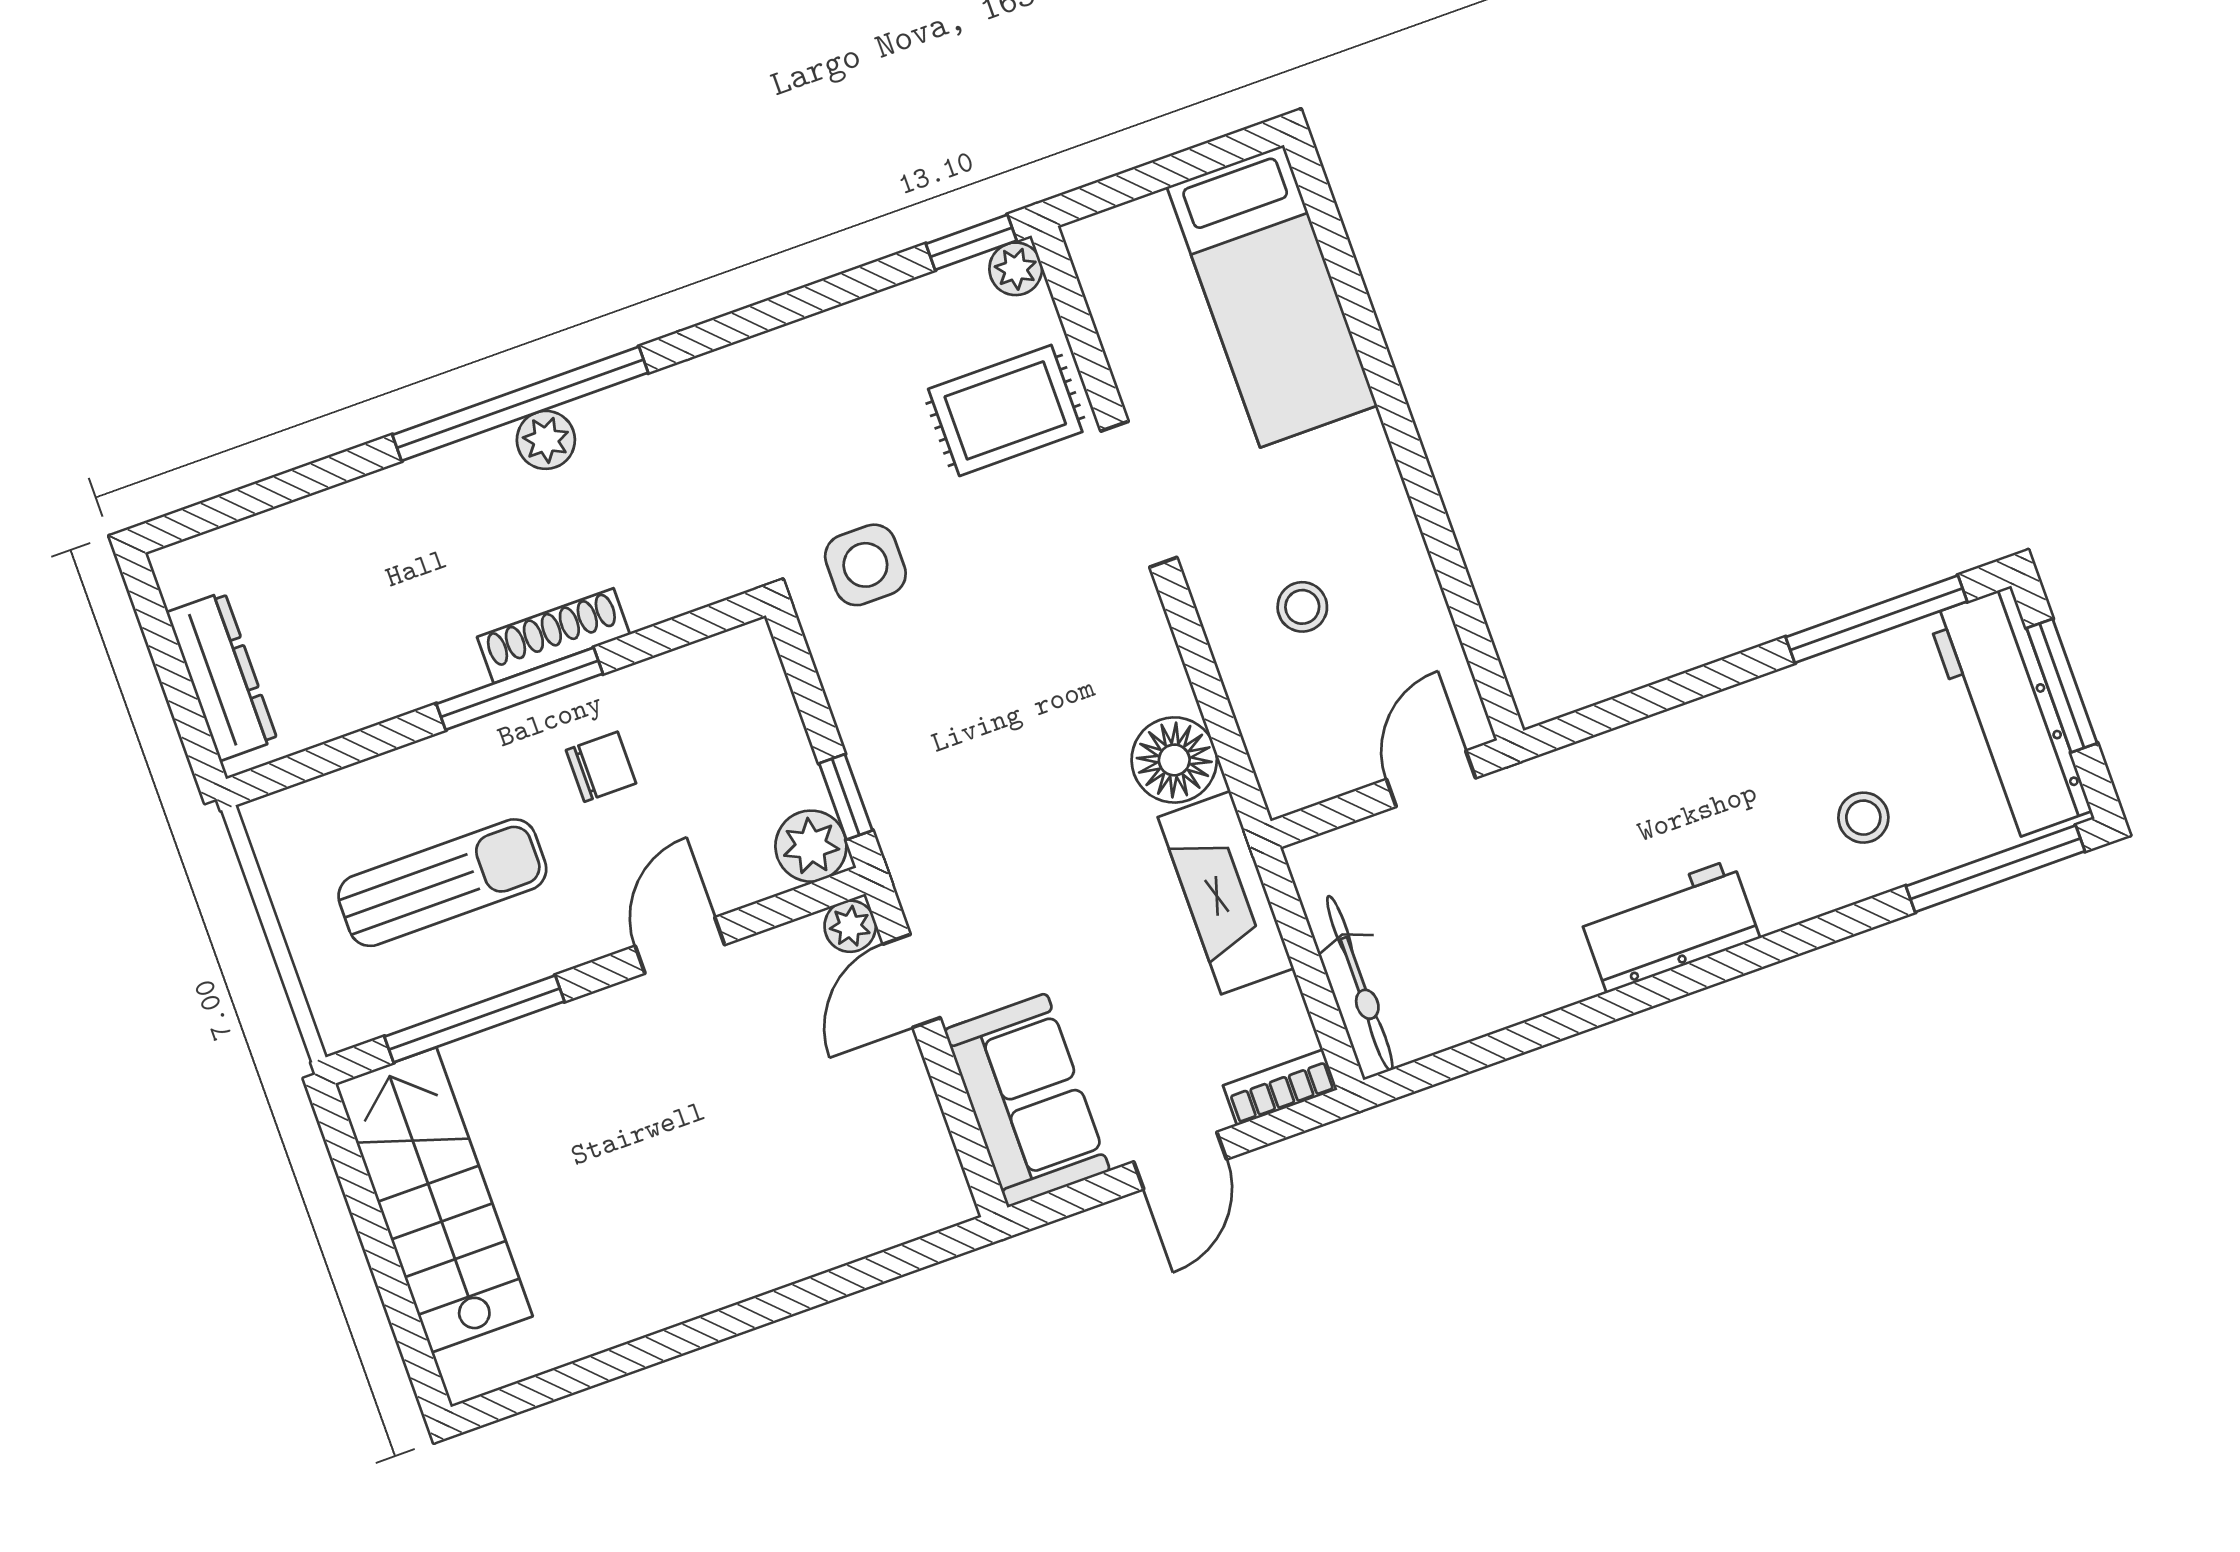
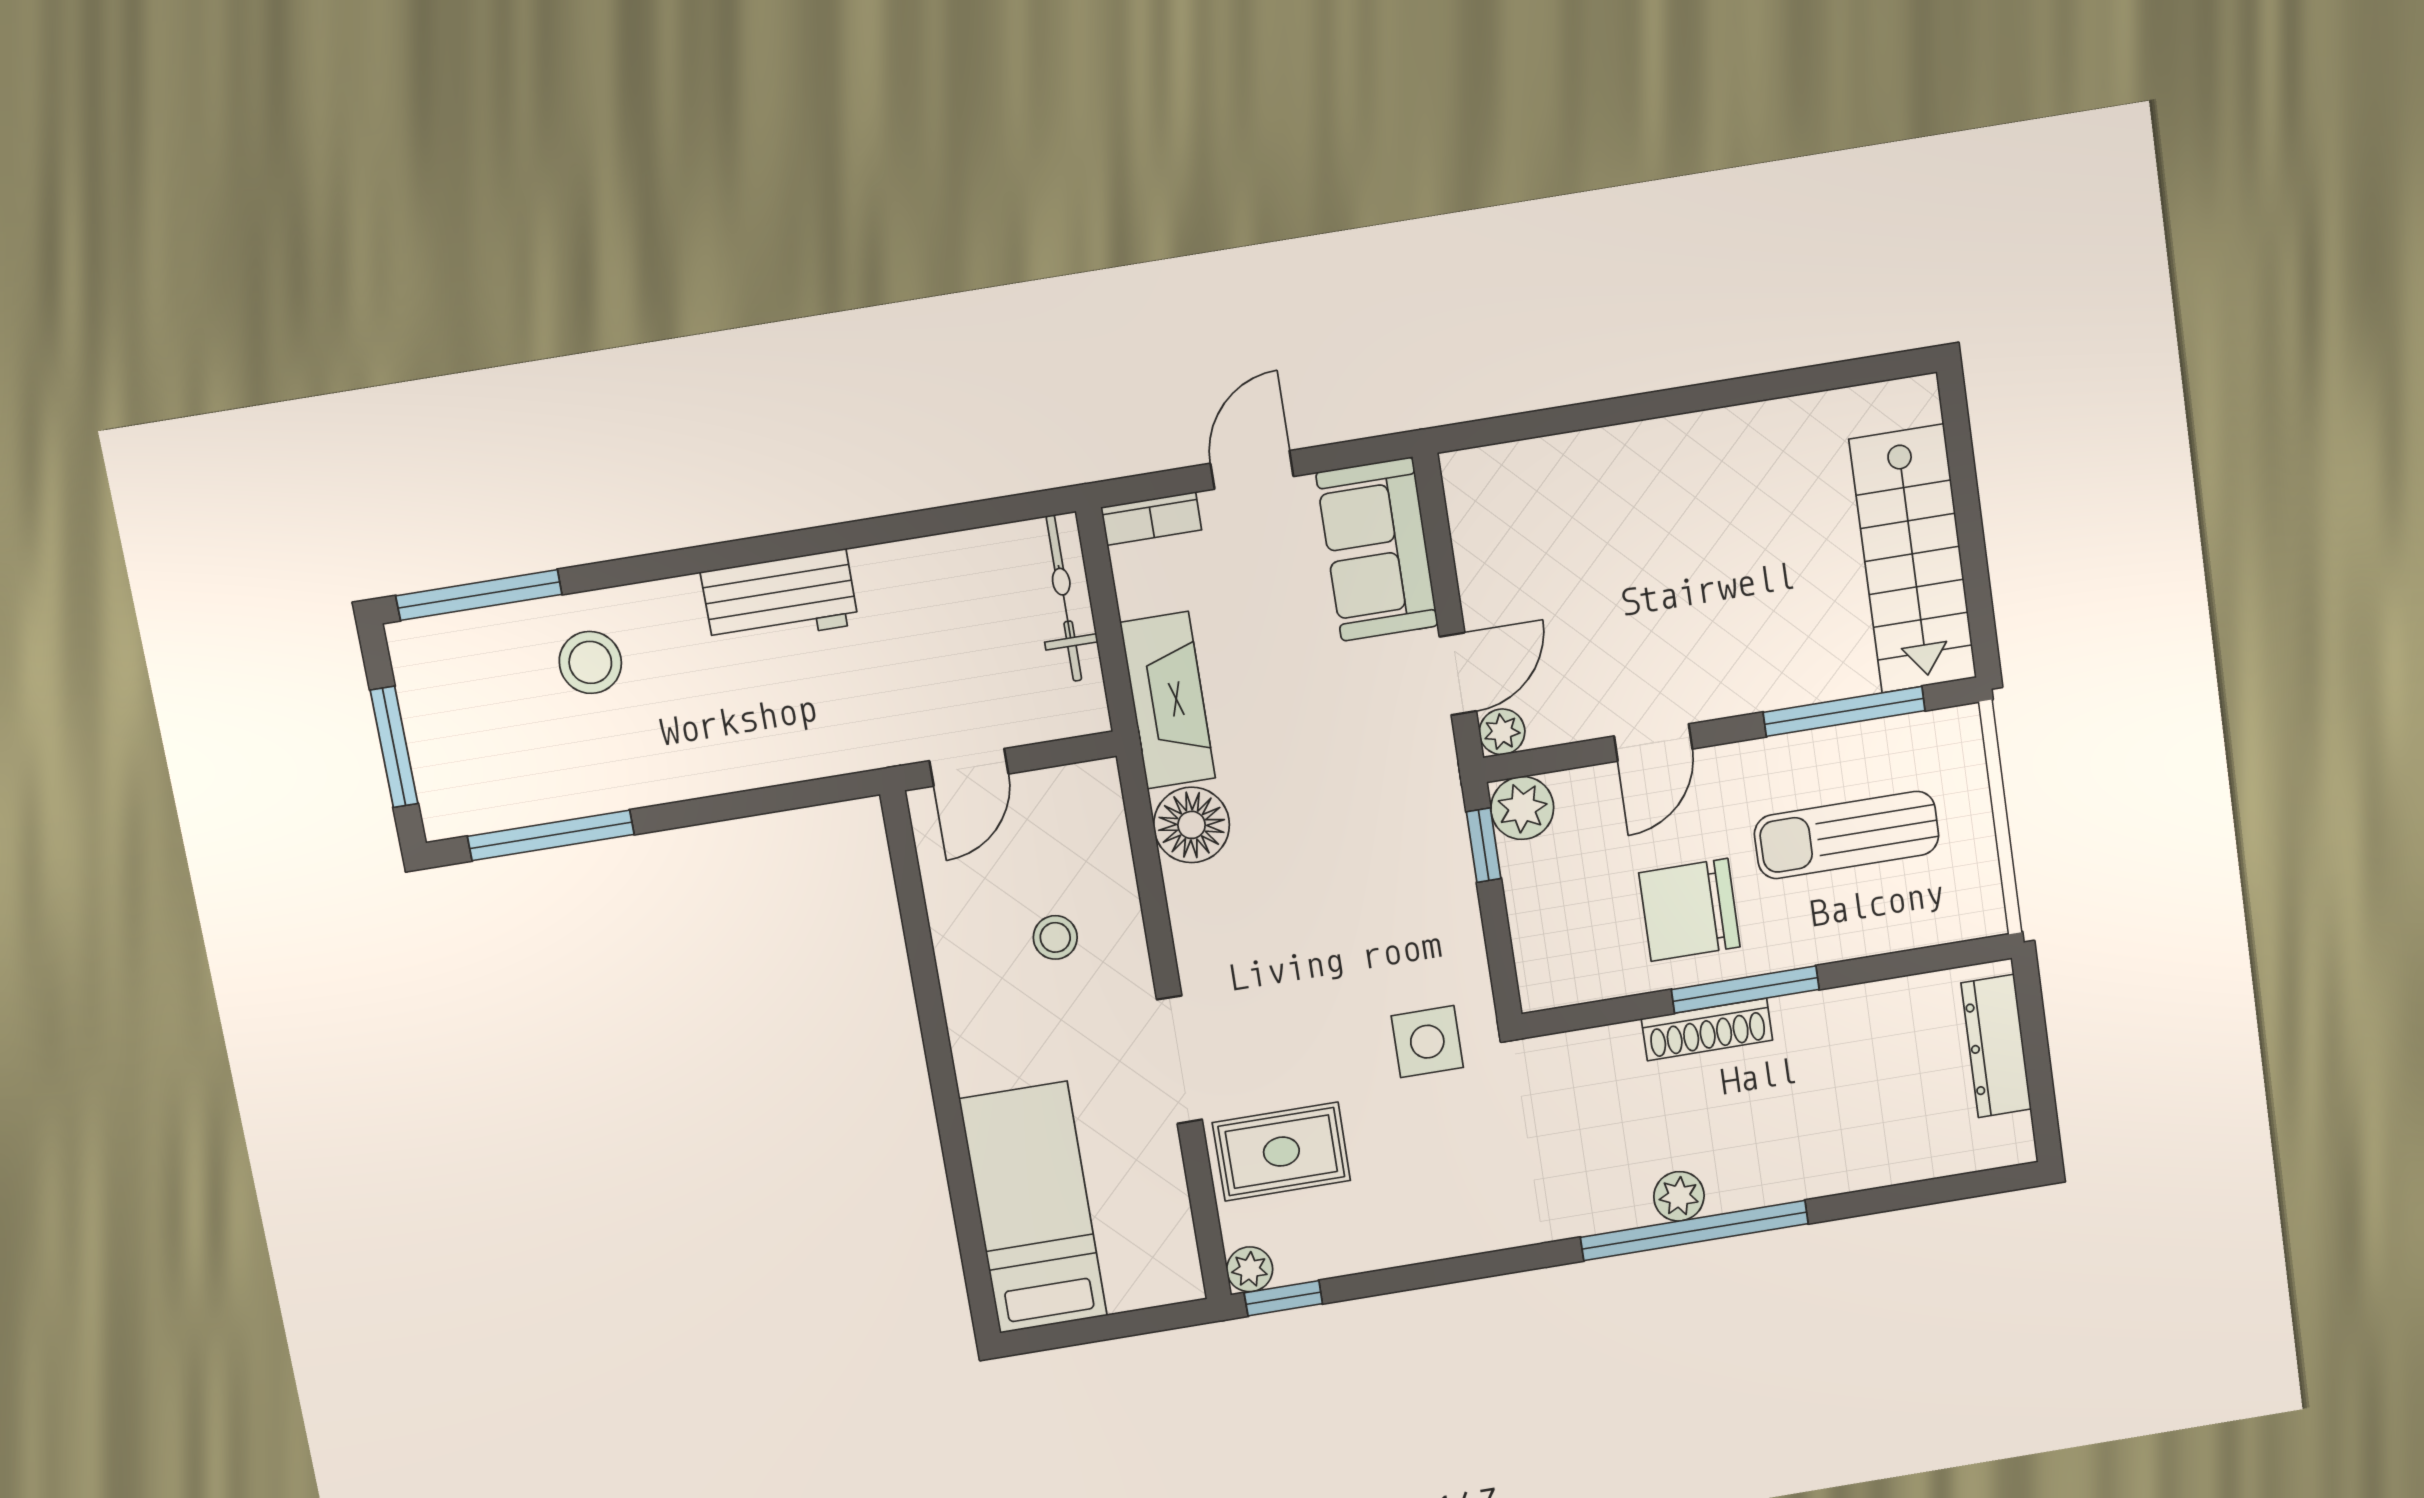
workbench: (2009, 713) -> (445, 731), removed
chair: (601, 767) -> (1689, 910), width x1.87, depth x1.87
stool: (1863, 818) -> (590, 662), width x1.37, depth x1.37

